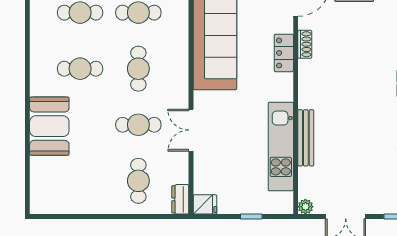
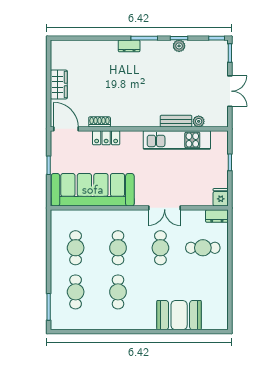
cafe table: (138, 69) -> (118, 248), turned 90
booth: (49, 126) -> (179, 315), moved
bench: (306, 138) -> (176, 121), width x0.73
plant: (305, 207) -> (199, 121), moved

